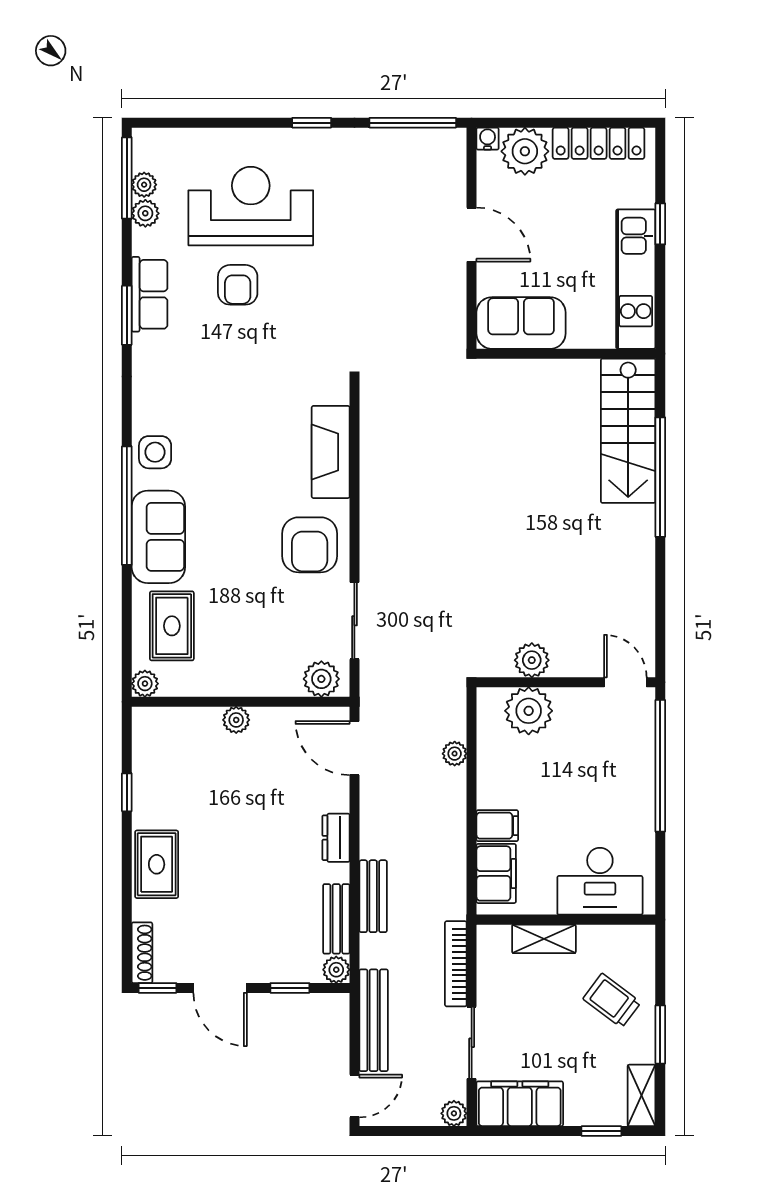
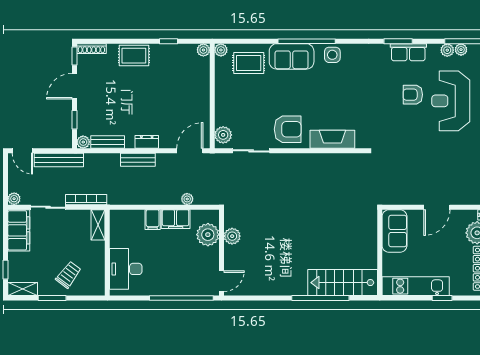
reception desk: (251, 206) -> (451, 101), turned 180
armchair: (310, 545) -> (288, 129), turned 180
plant: (236, 720) -> (203, 50), moved
filing cabinet: (496, 873) -> (176, 219), moved
bench: (373, 896) -> (138, 160), moved
shelving: (544, 939) -> (98, 225), moved

